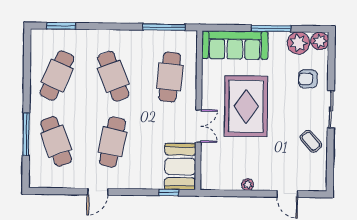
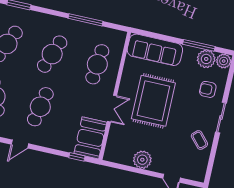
window: (164, 27) -> (85, 20), moved
window: (271, 28) -> (199, 45), moved
cafe table: (113, 76) -> (52, 54), turned 42
plant: (248, 184) -> (142, 160), width x1.88, depth x1.88

